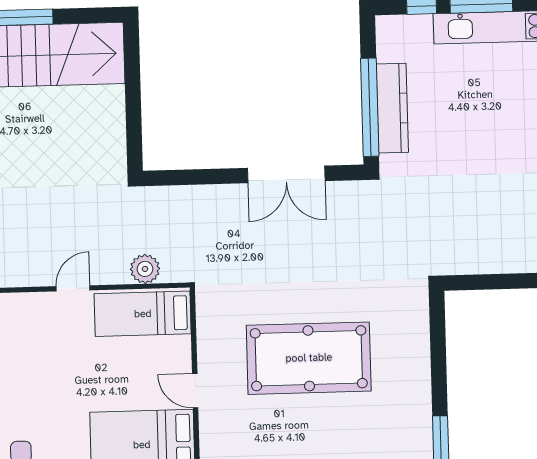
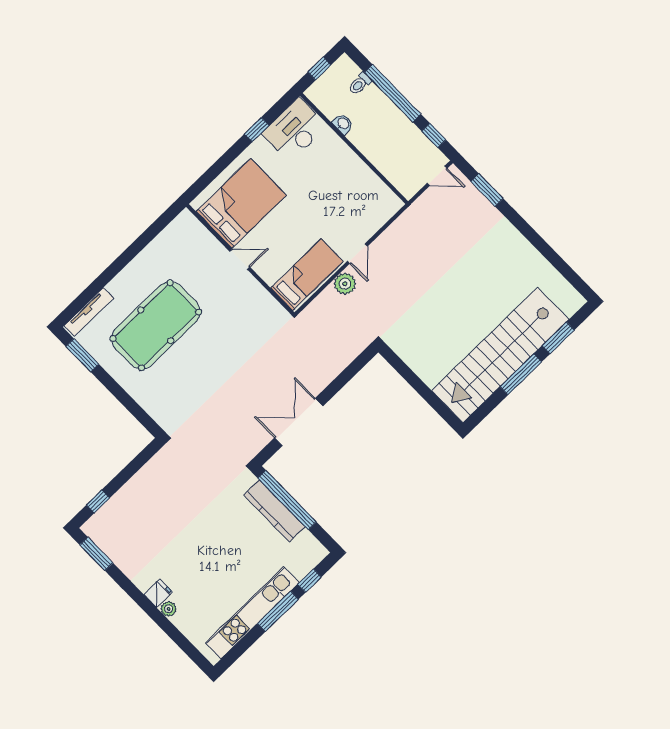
plant: (145, 269) -> (345, 284), moved
pool table: (309, 358) -> (156, 325), moved

